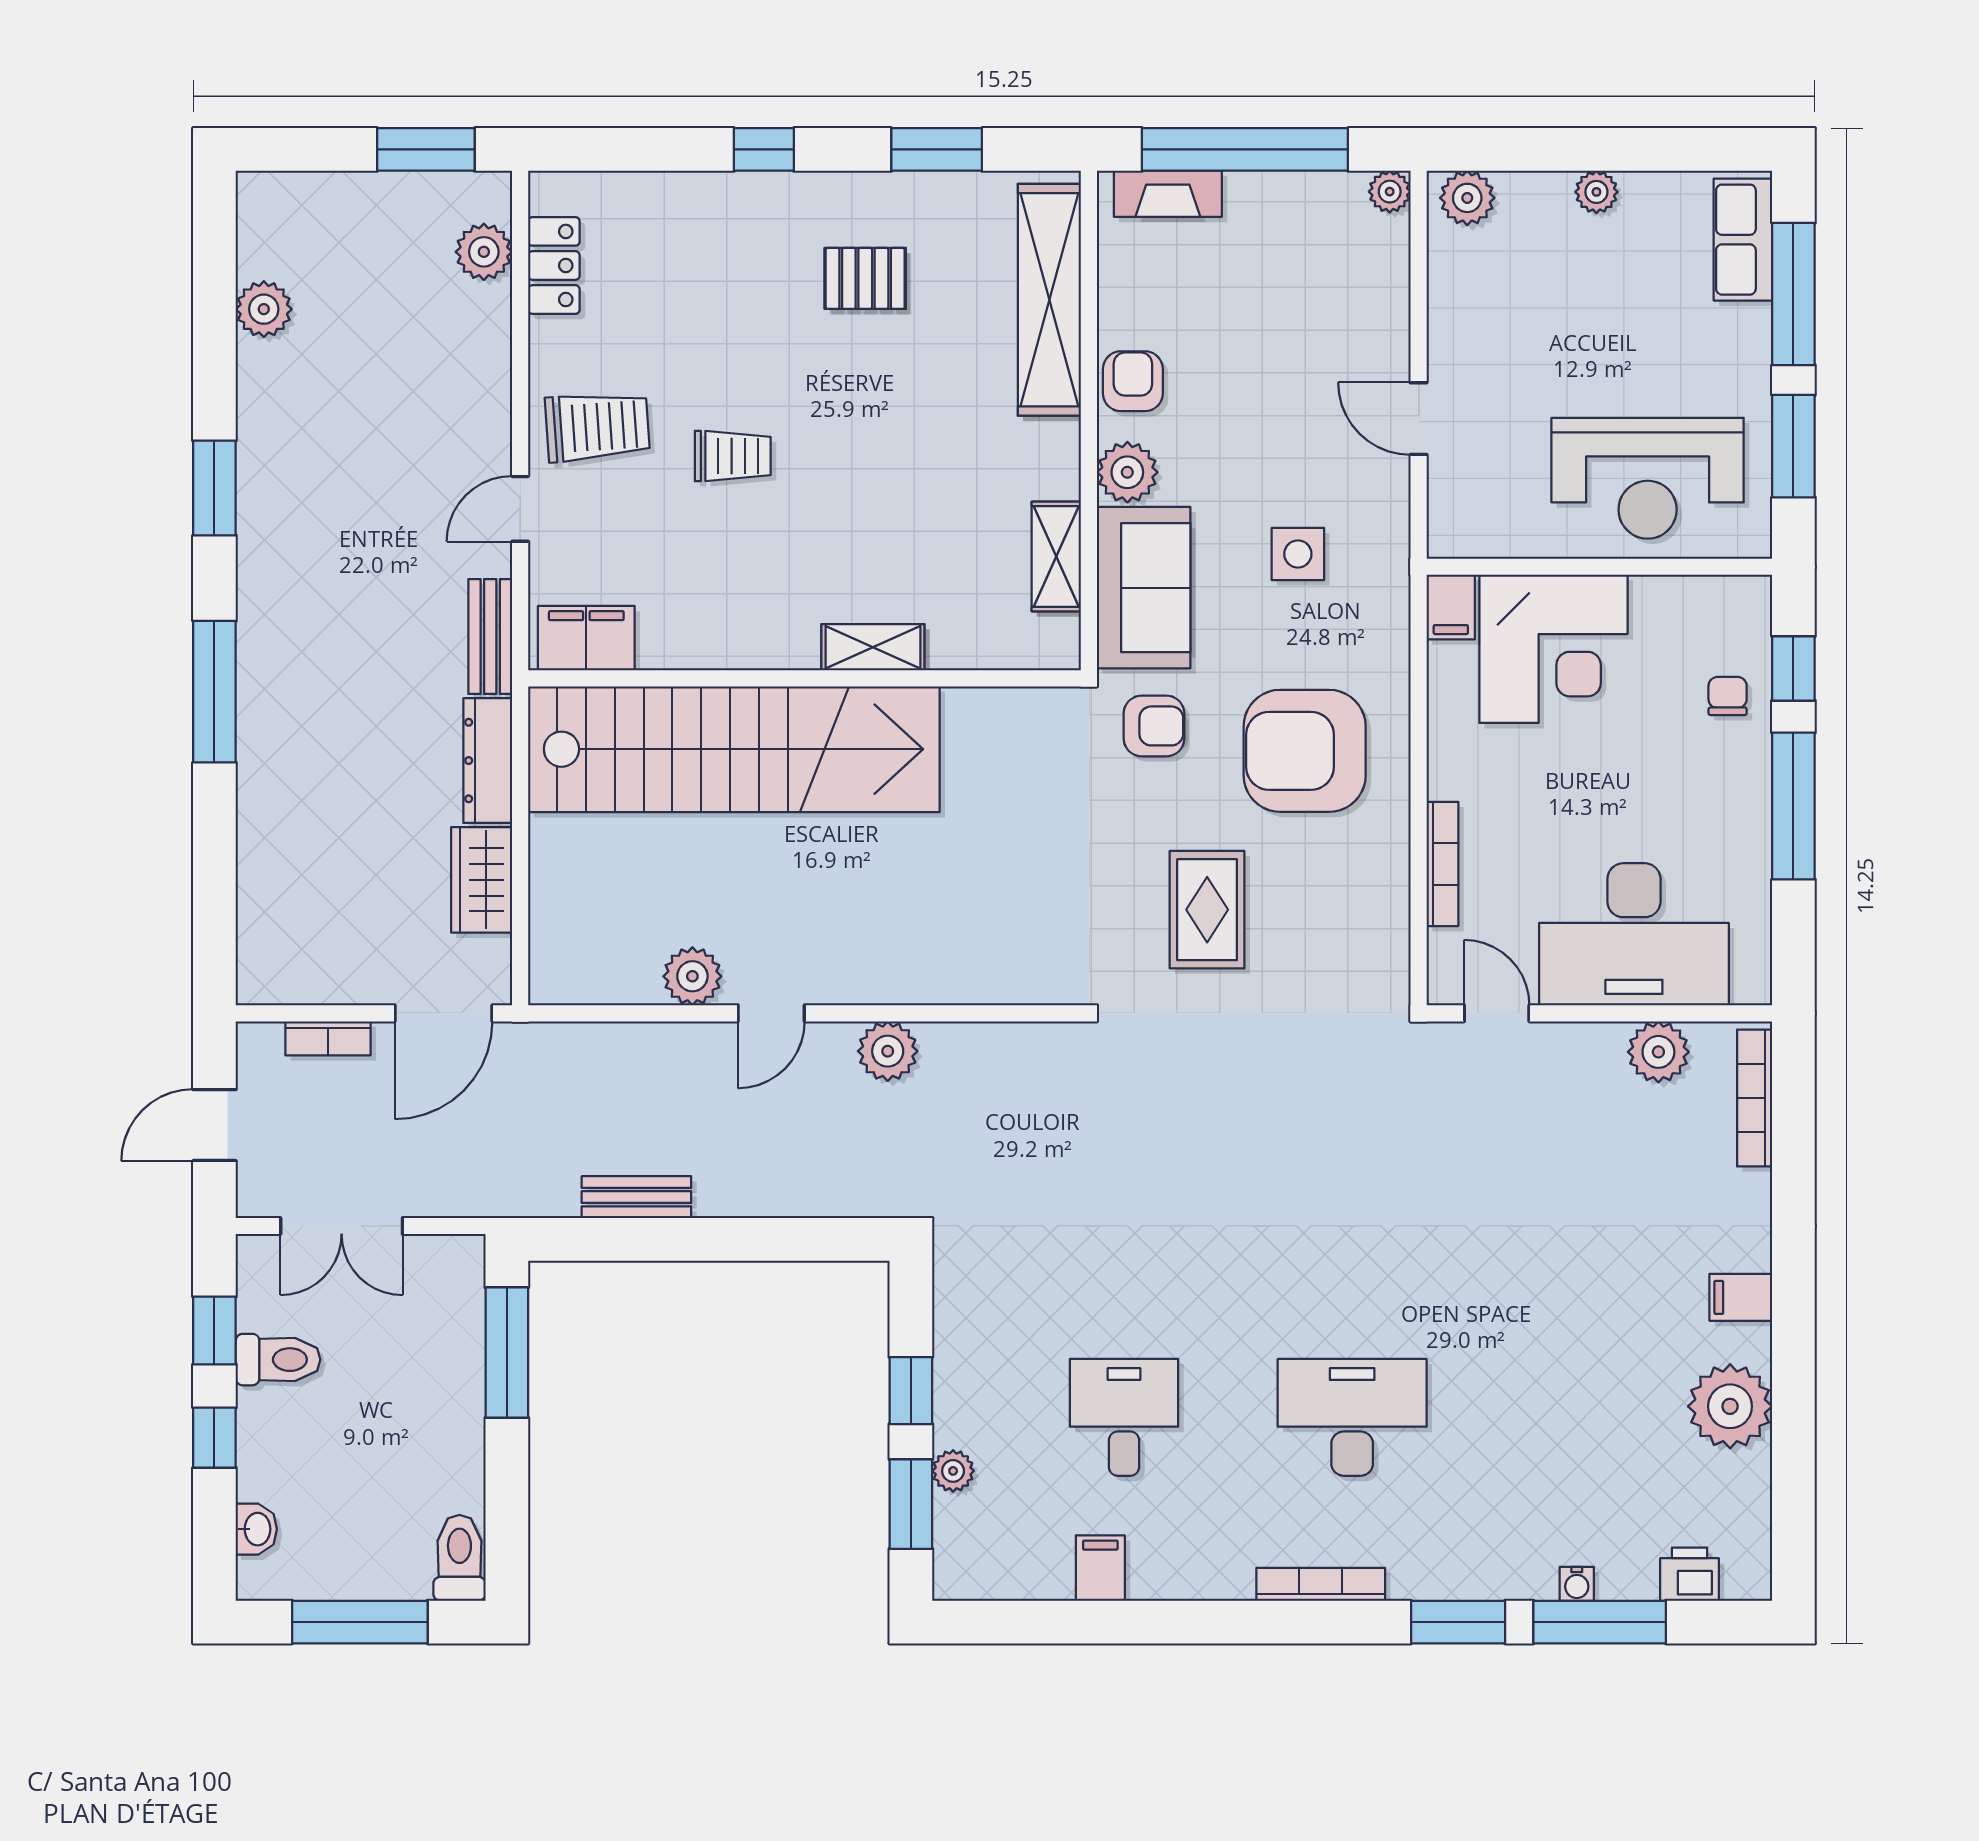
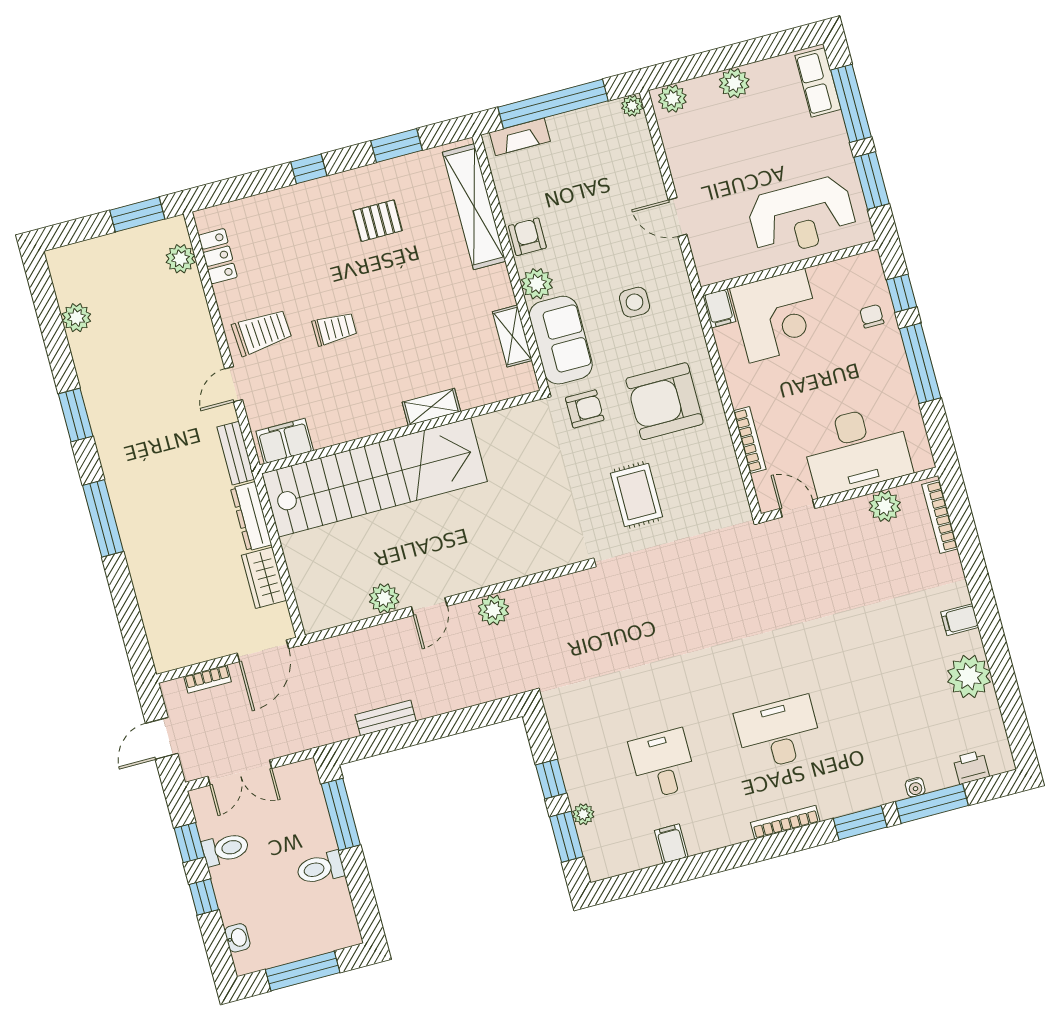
plant: (1596, 192) -> (734, 83), width x1.38, depth x1.38
toilet: (459, 1558) -> (320, 868), moved, turned -90

